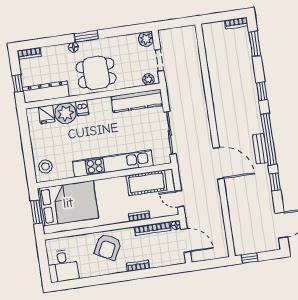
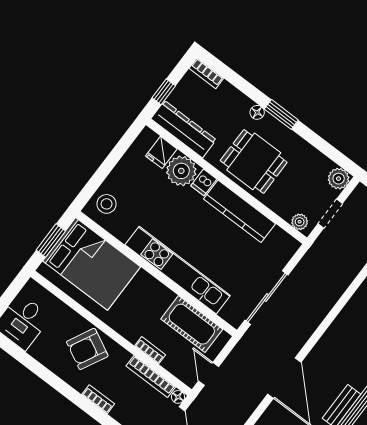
kitchen counter: (137, 101) -> (240, 211), moved

